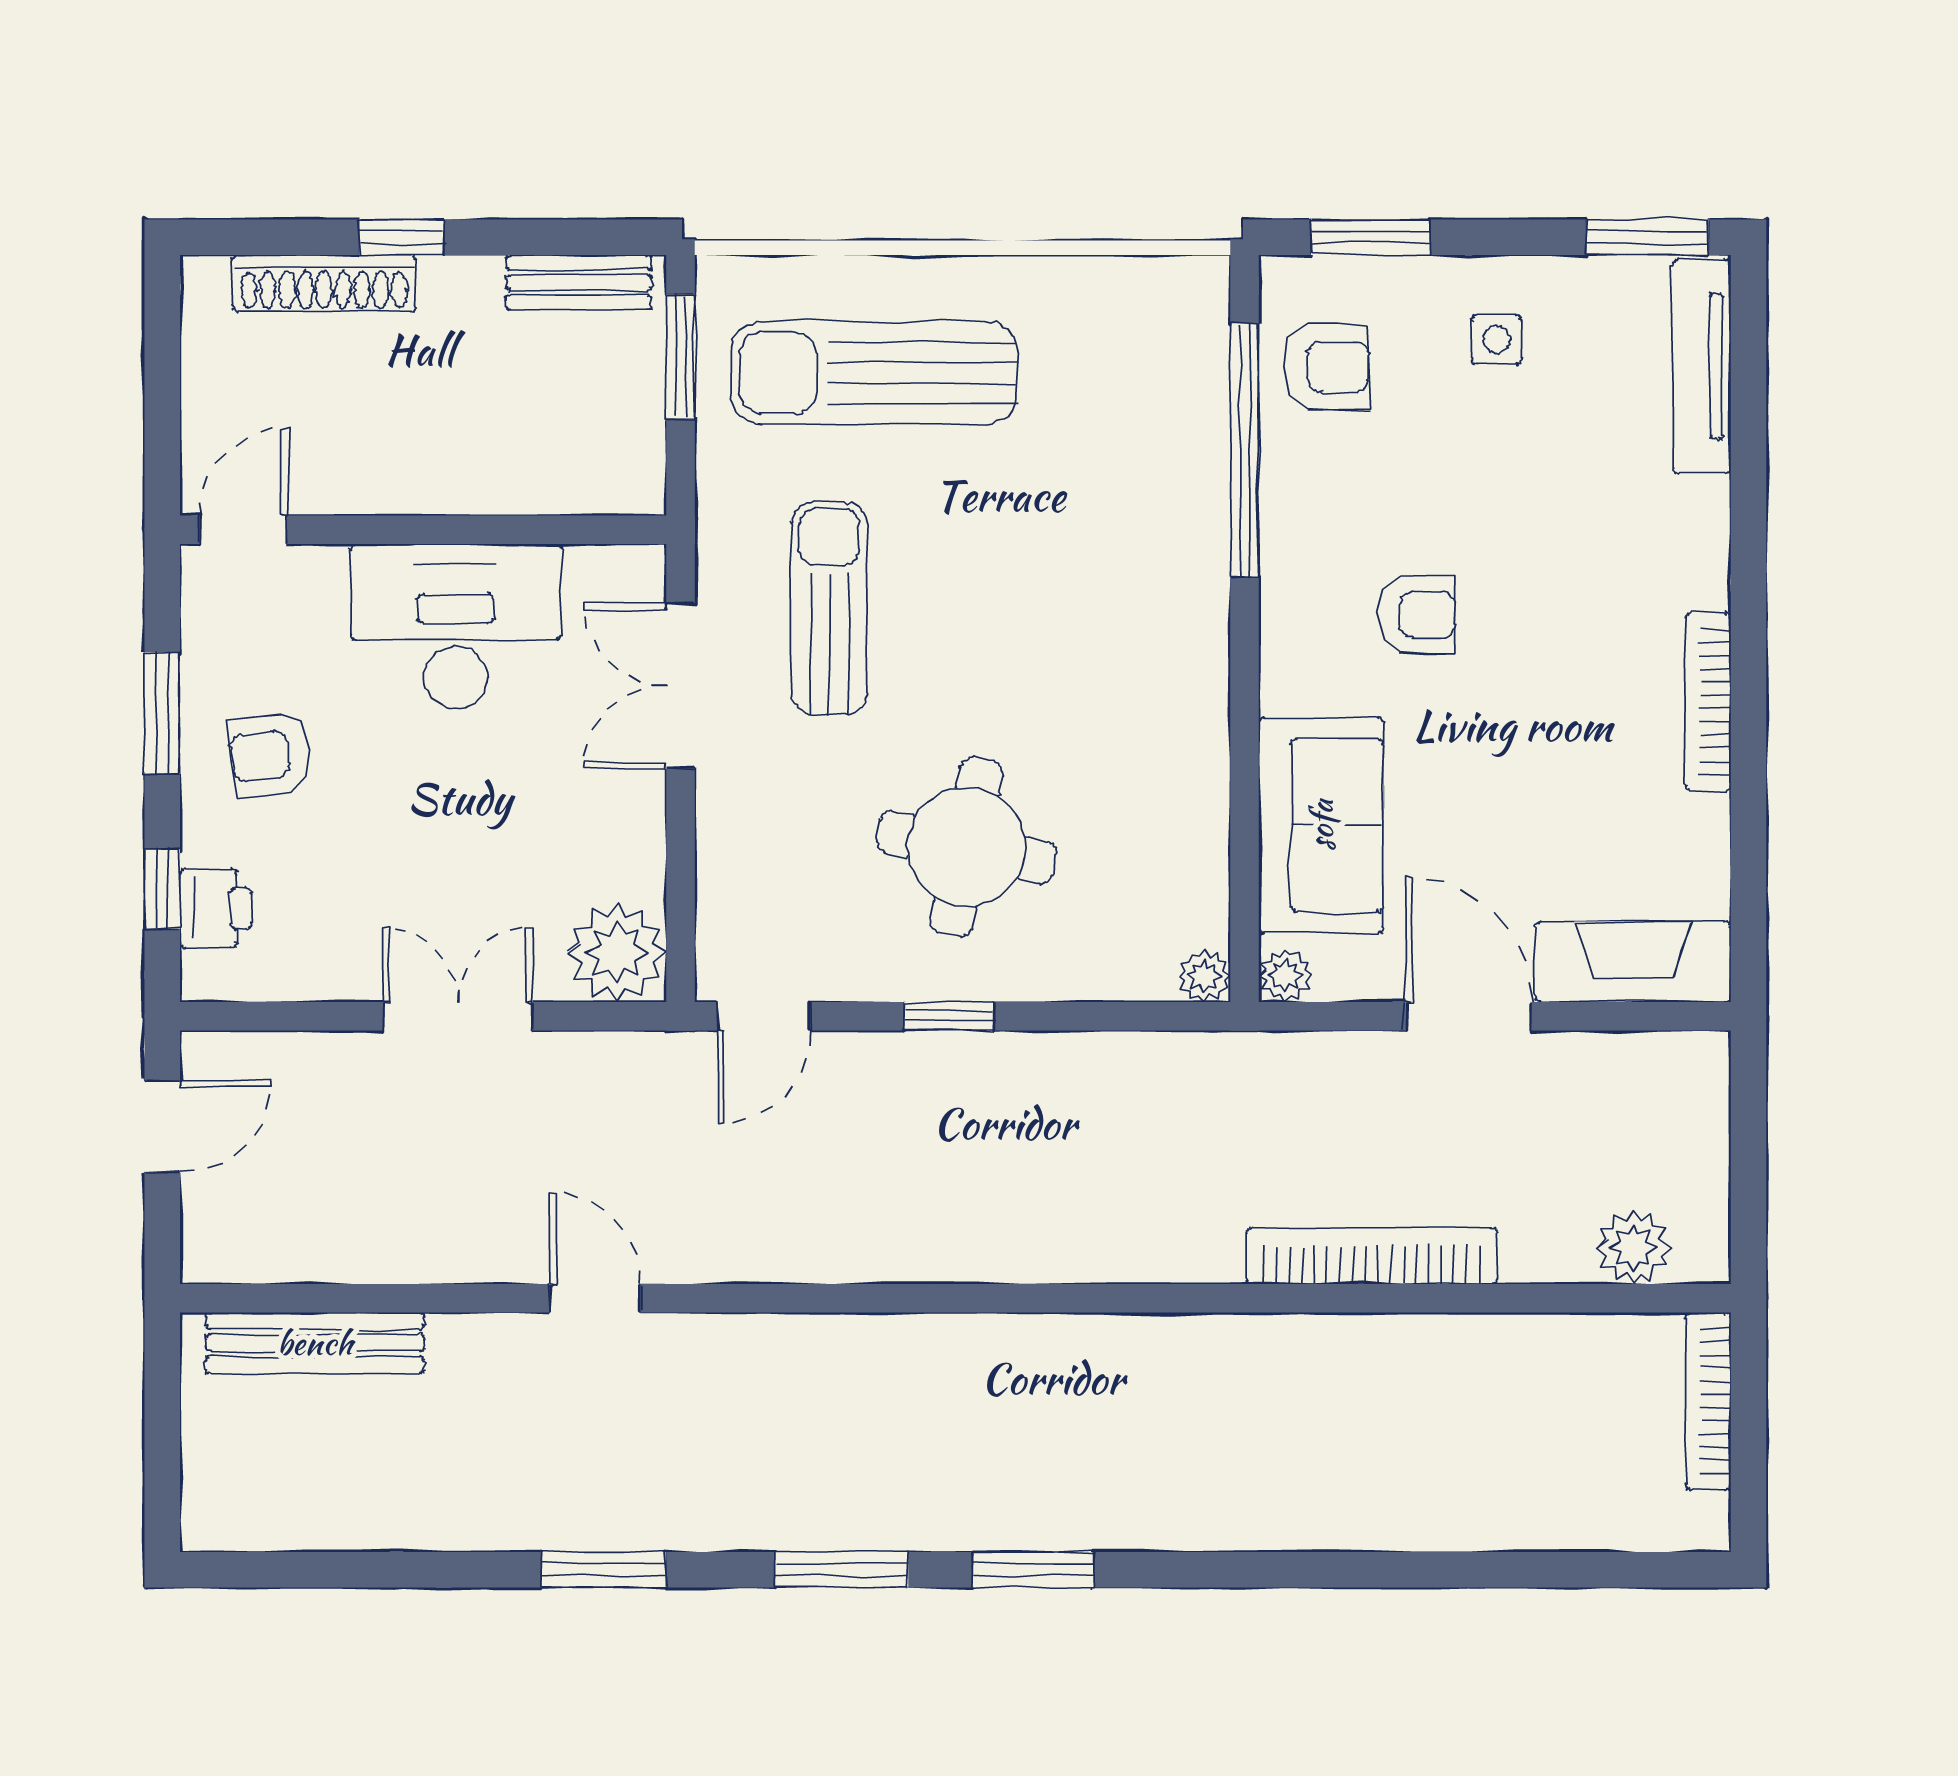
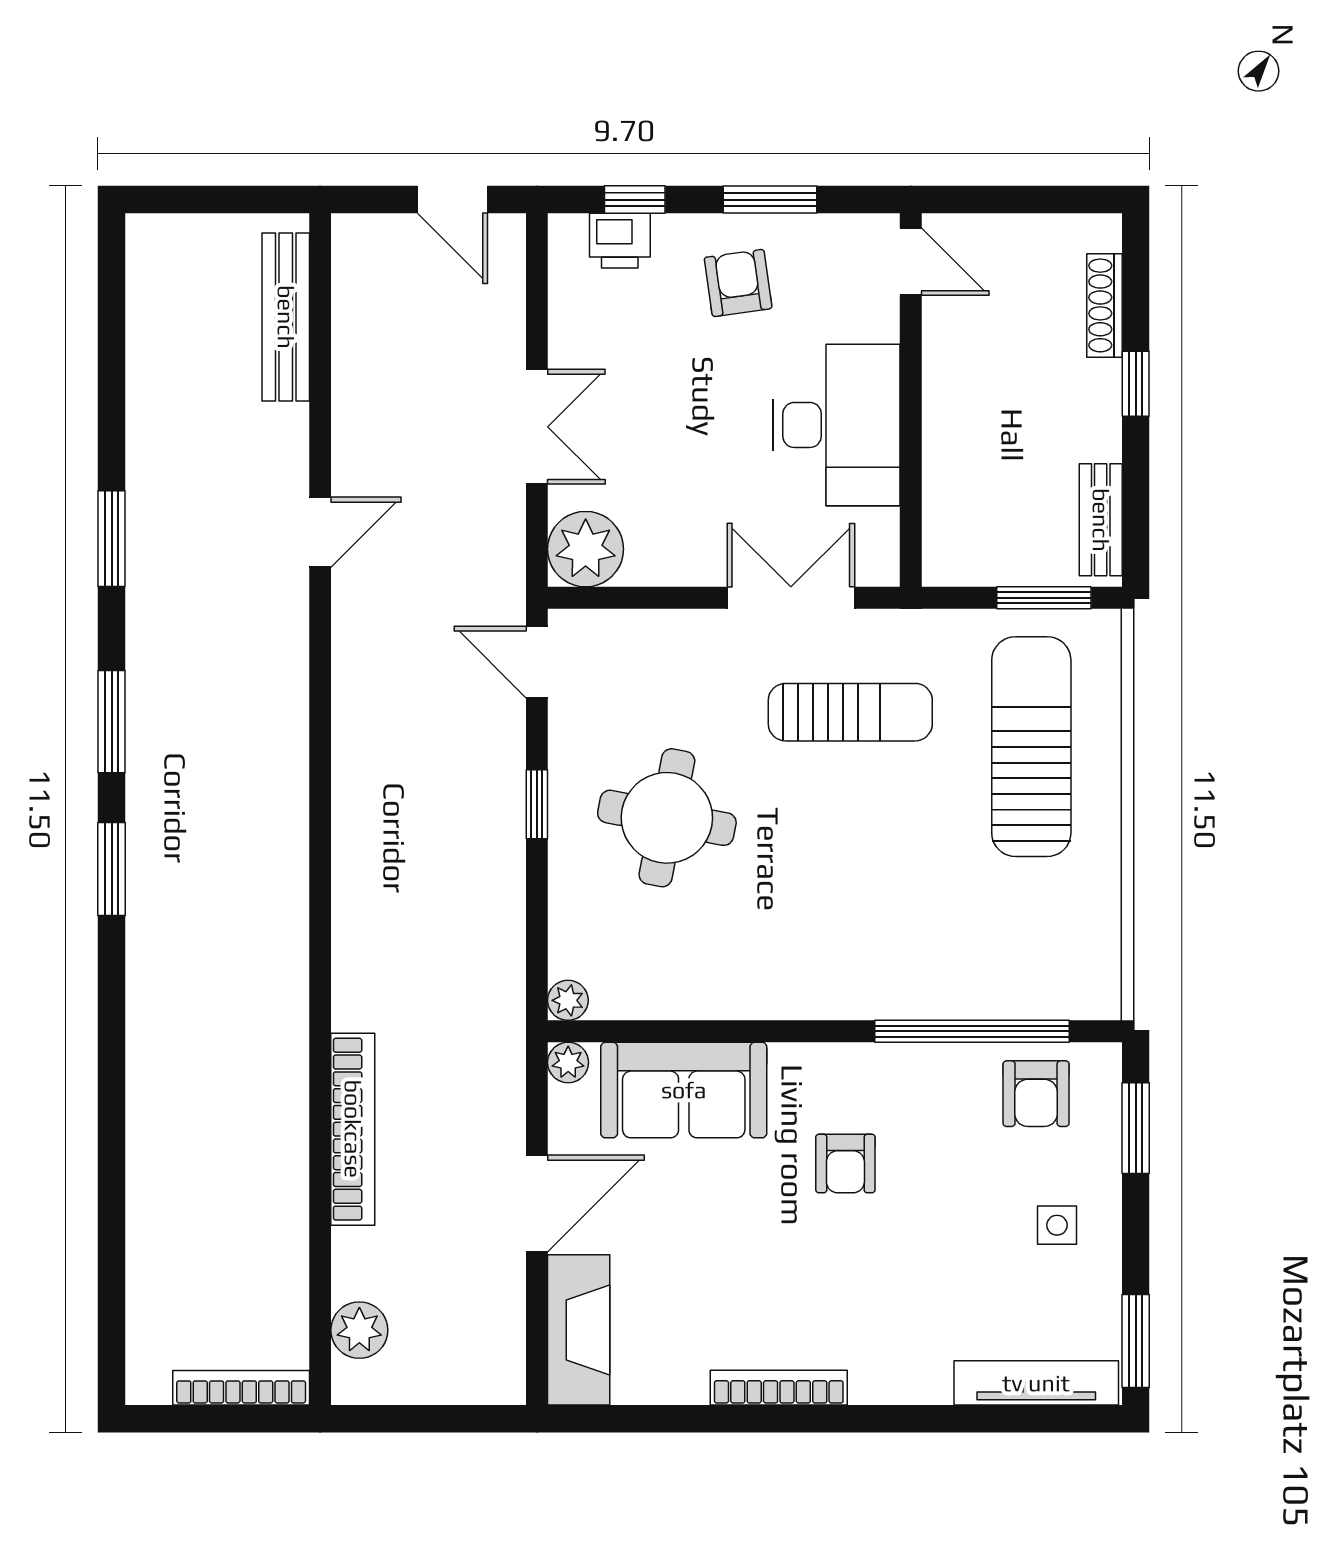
shoe rack: (324, 283) -> (1104, 305), width x0.74, depth x0.81

